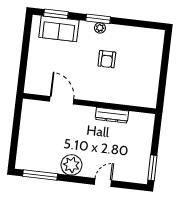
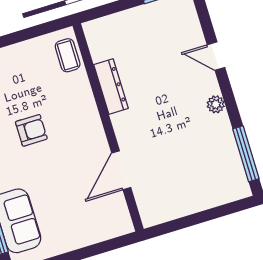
coffee table: (140, 98) -> (68, 55), added
plant: (71, 165) -> (216, 104), width x0.53, depth x0.53

